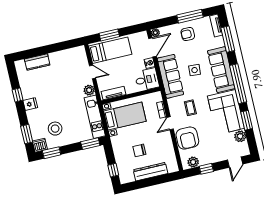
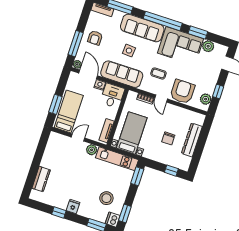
window: (190, 16) -> (76, 44), moved
armchair: (187, 138) -> (182, 92), turned -90

